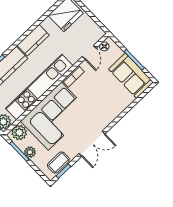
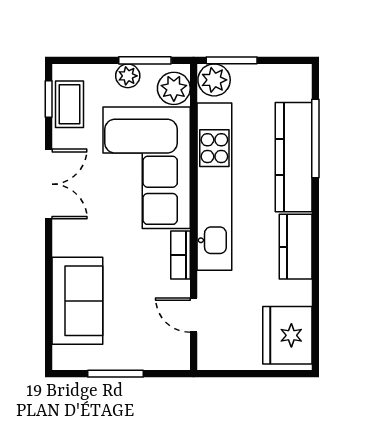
floor lamp: (104, 46) -> (180, 347), removed
sofa: (131, 76) -> (77, 301), moved, turned 90
double door: (92, 144) -> (49, 184), swing flipped

